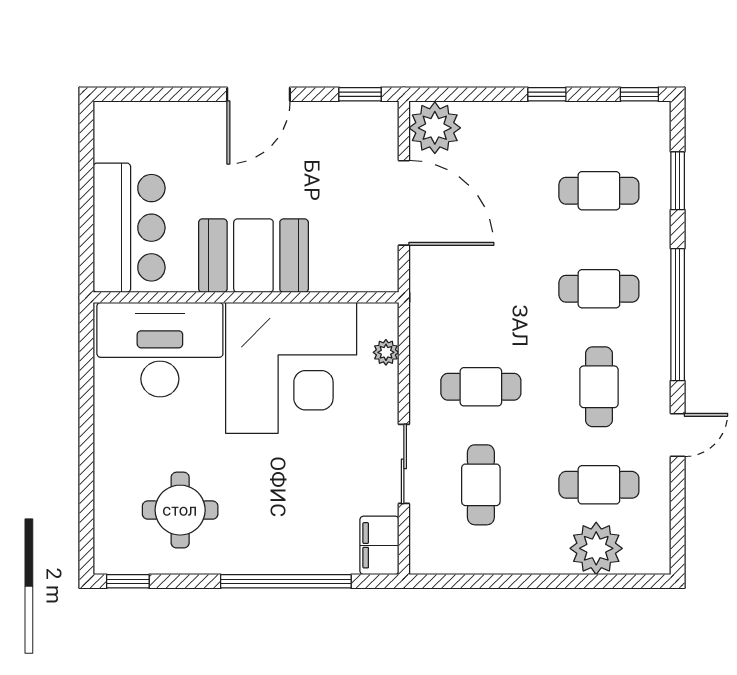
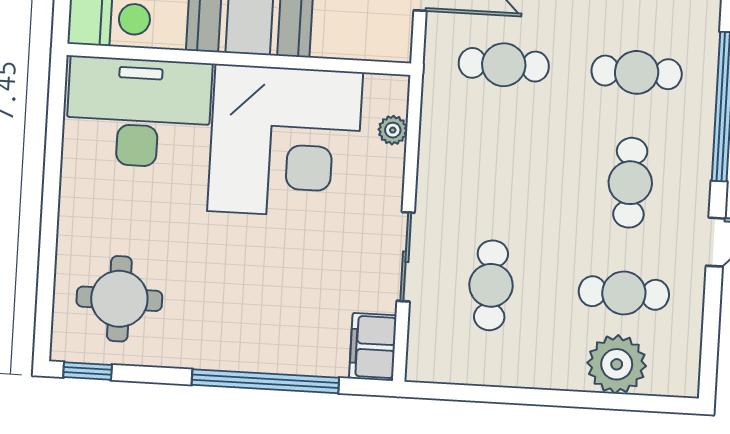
cafe table: (481, 387) -> (504, 65), moved
round table: (180, 510) -> (119, 299), moved

